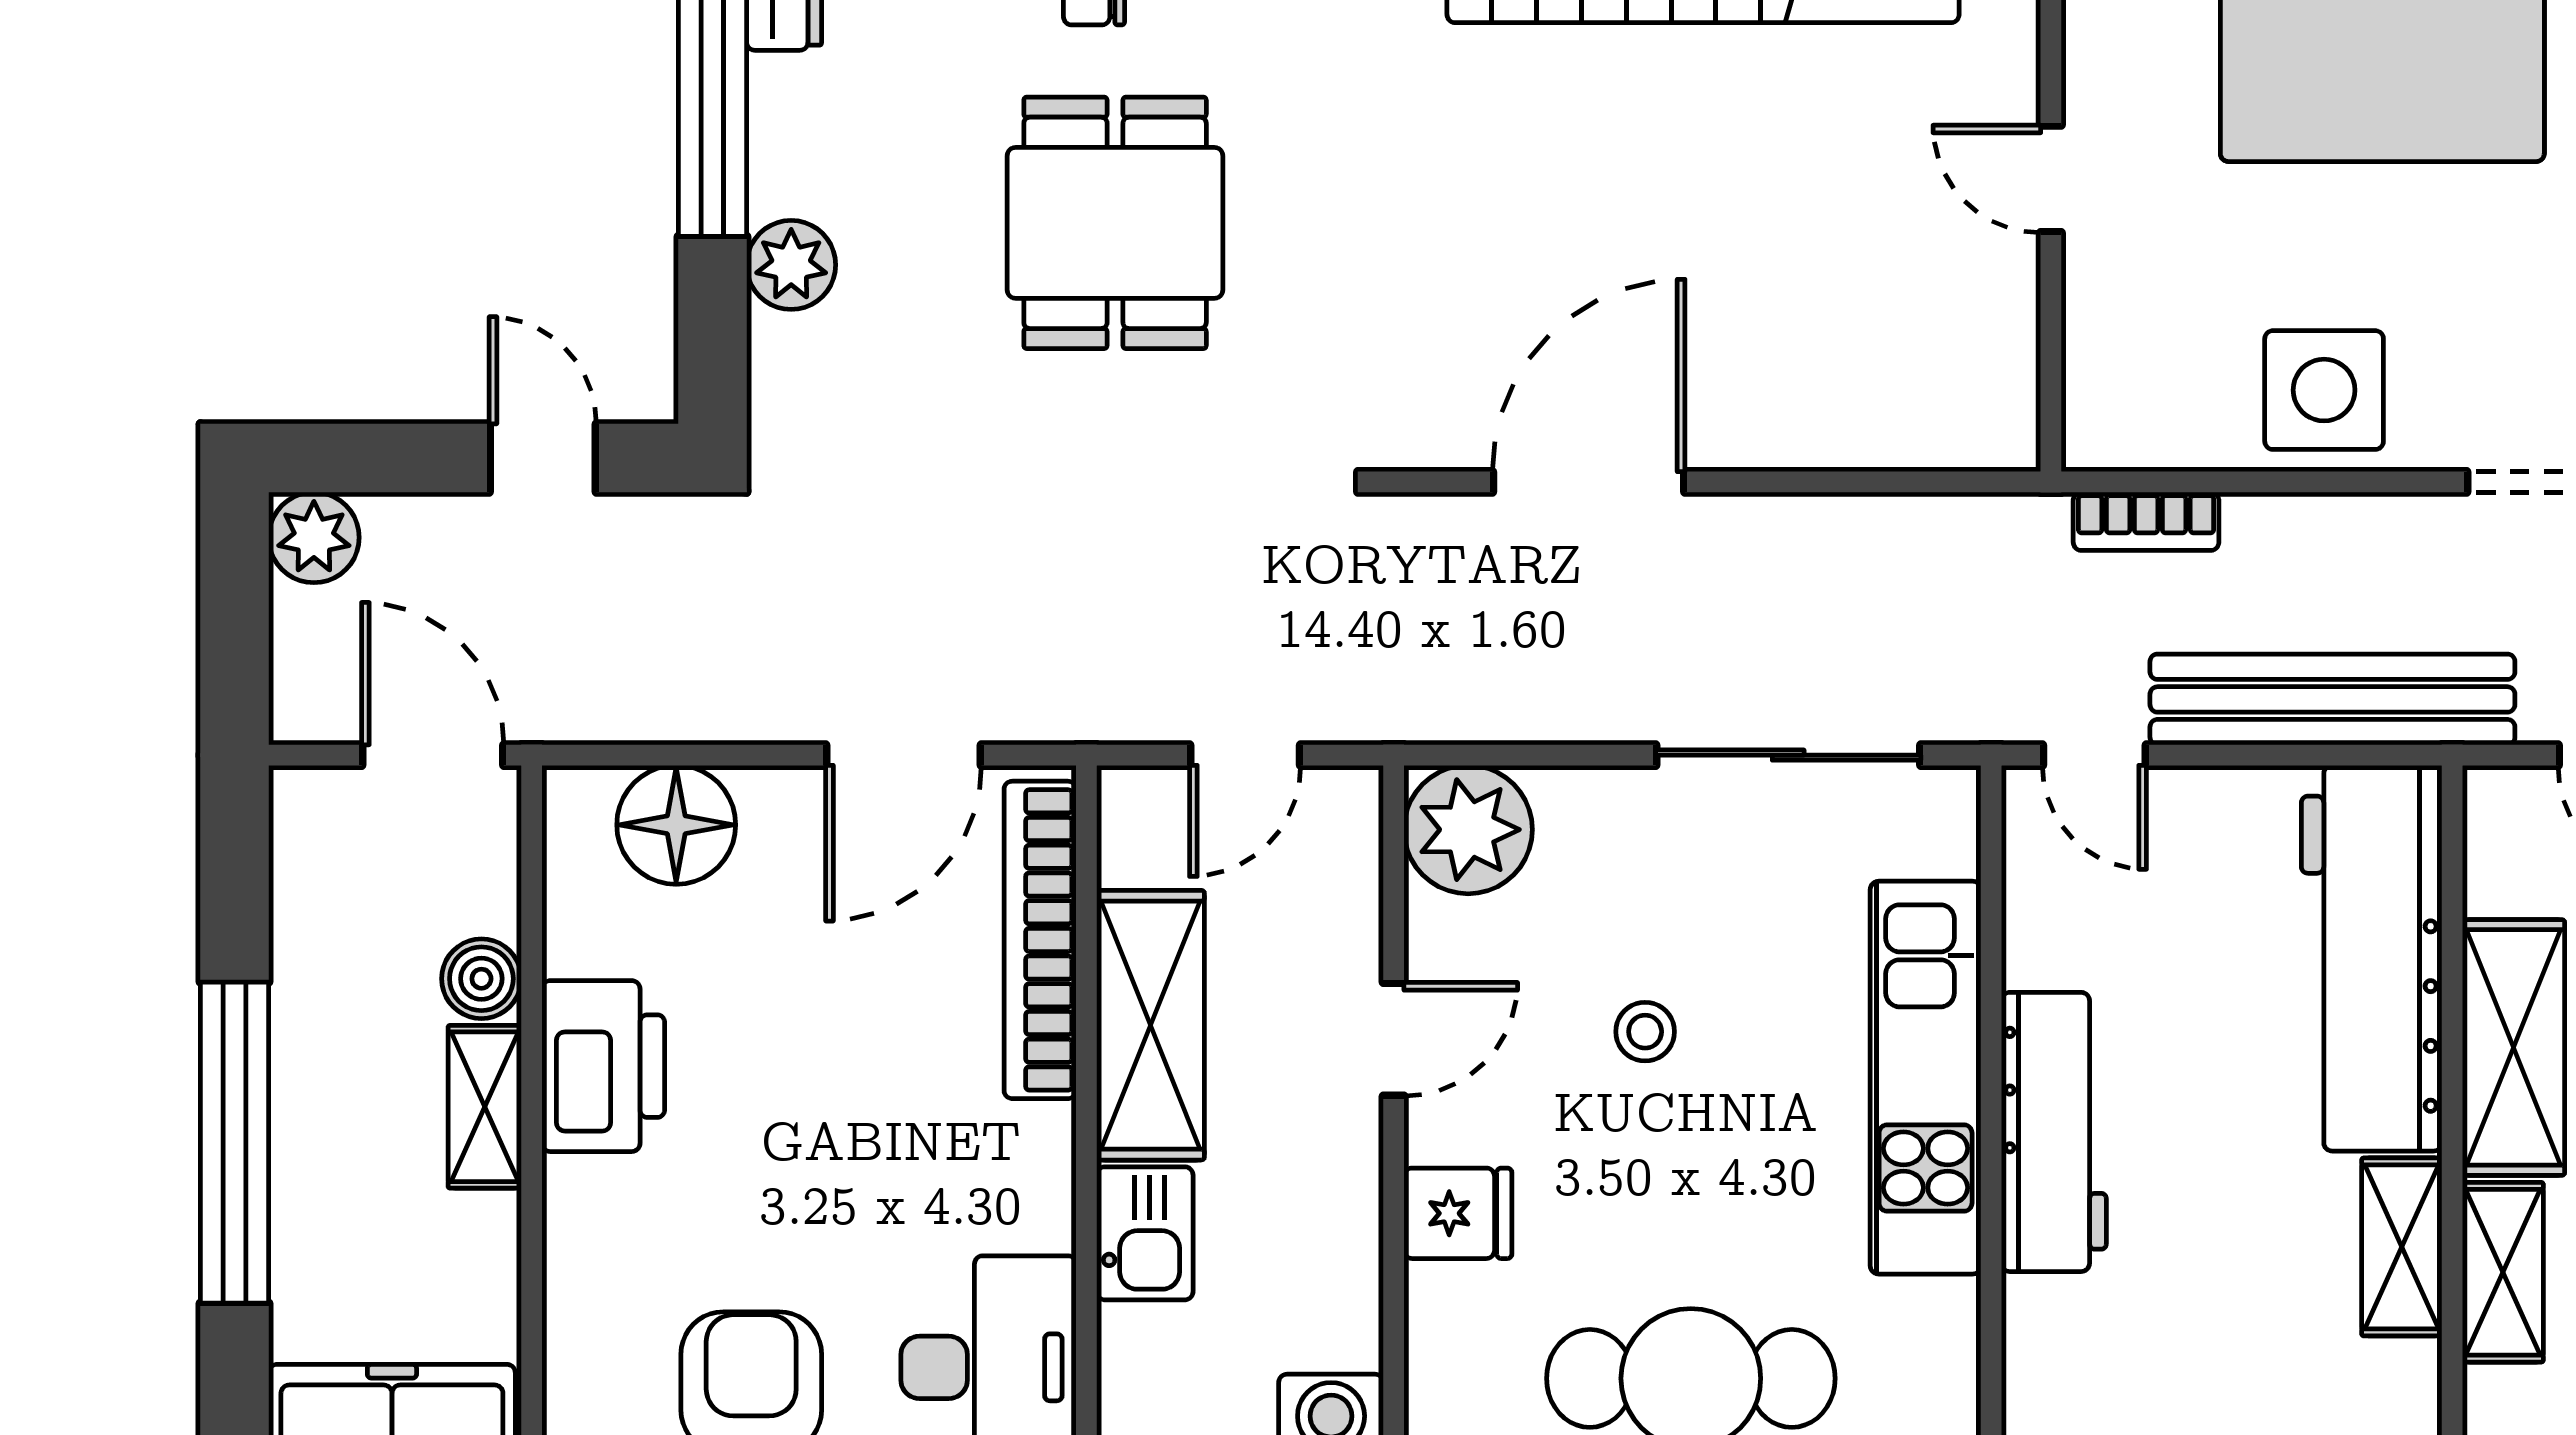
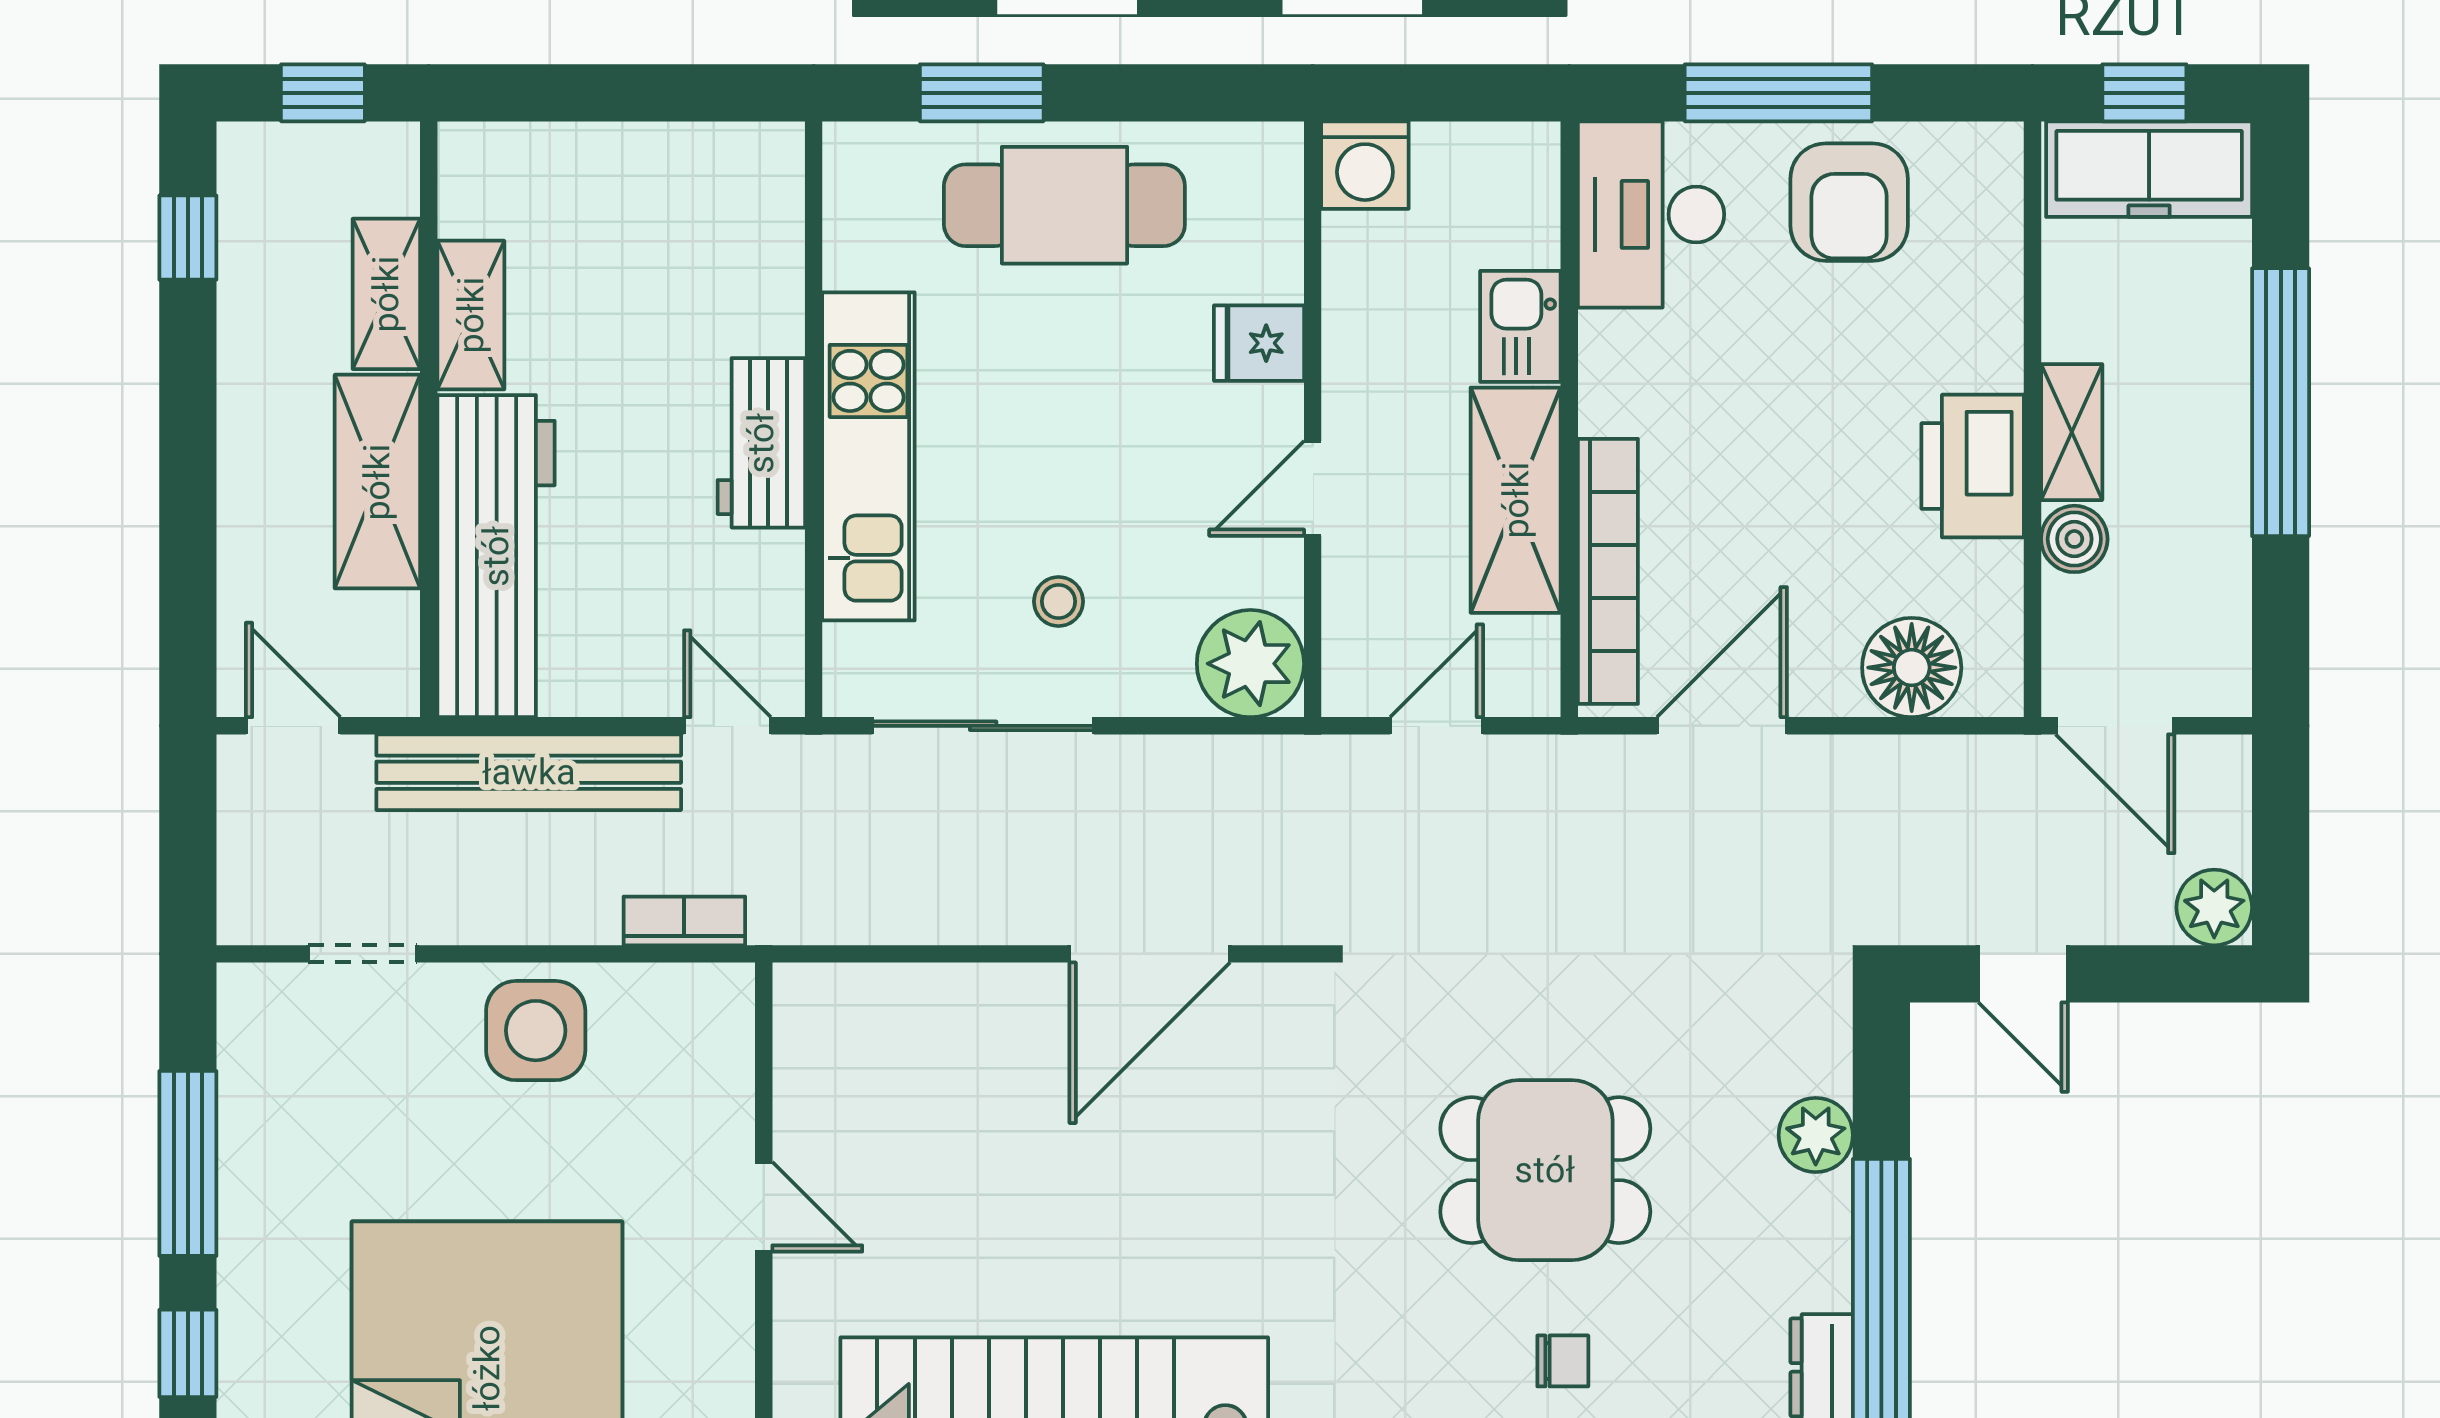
dining table: (1115, 223) -> (1545, 1170), turned 90
stool: (1645, 1032) -> (1058, 601), moved
workbench: (2054, 1132) -> (761, 443), width x0.73

